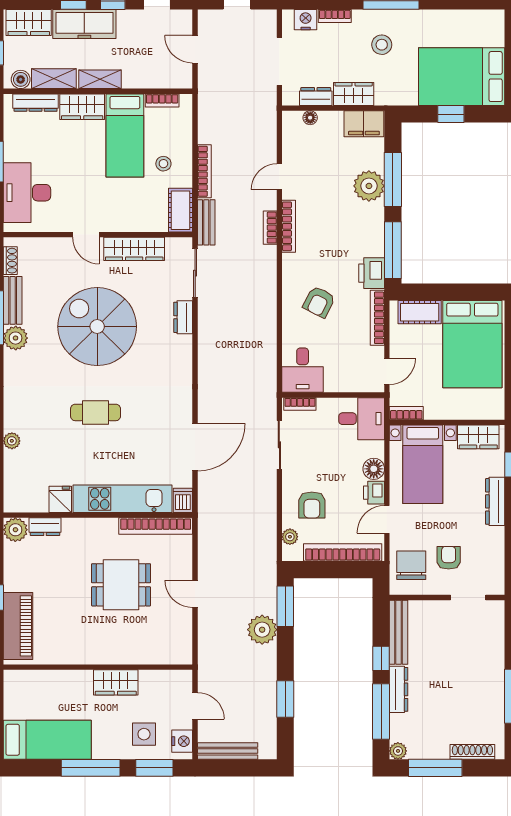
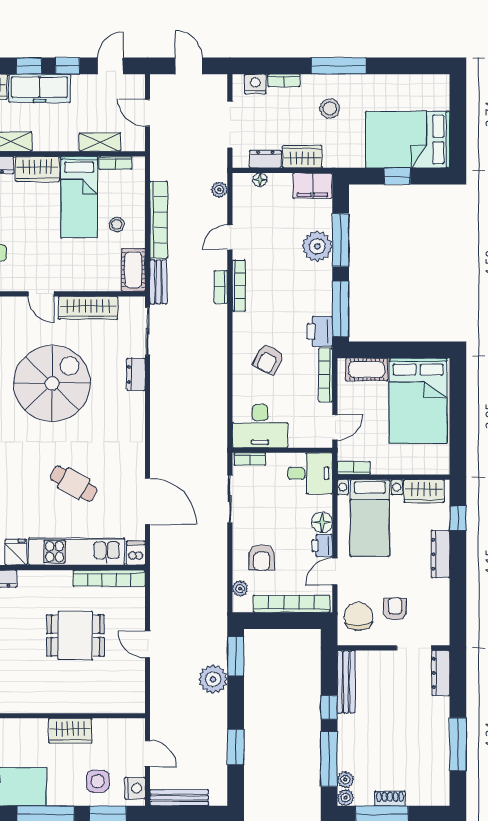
shelving: (100, 79) -> (100, 142), moved
plant: (269, 128) -> (219, 190), added
bookcase: (204, 171) -> (159, 220), width x1.48, depth x1.31
spiral stairs: (97, 327) -> (52, 383), turned 90
desk: (303, 370) -> (260, 426), width x1.37
cafe table: (96, 412) -> (74, 484), moved, turned 30
door: (195, 447) -> (148, 501), hinge flipped
dresser: (399, 689) -> (441, 673), moved, turned 180
plant: (398, 732) -> (345, 780), added
shoe rack: (472, 752) -> (390, 799), moved, width x0.70

